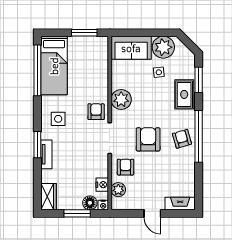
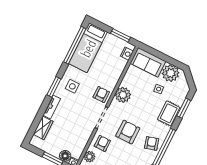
window: (37, 145) -> (54, 87), moved
nightstand: (102, 185) -> (127, 54), moved
wardrobe: (48, 197) -> (43, 128), moved

